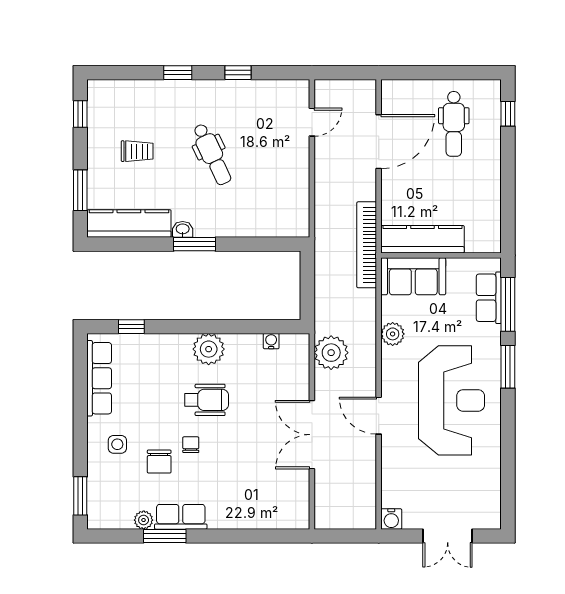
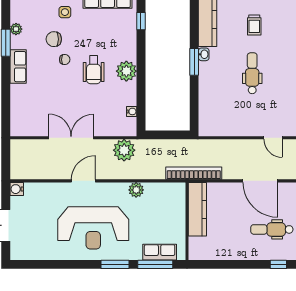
dental chair: (212, 154) -> (252, 73), turned 115
sofa: (413, 276) -> (173, 203), removed
row of seats: (181, 517) -> (18, 67), moved

